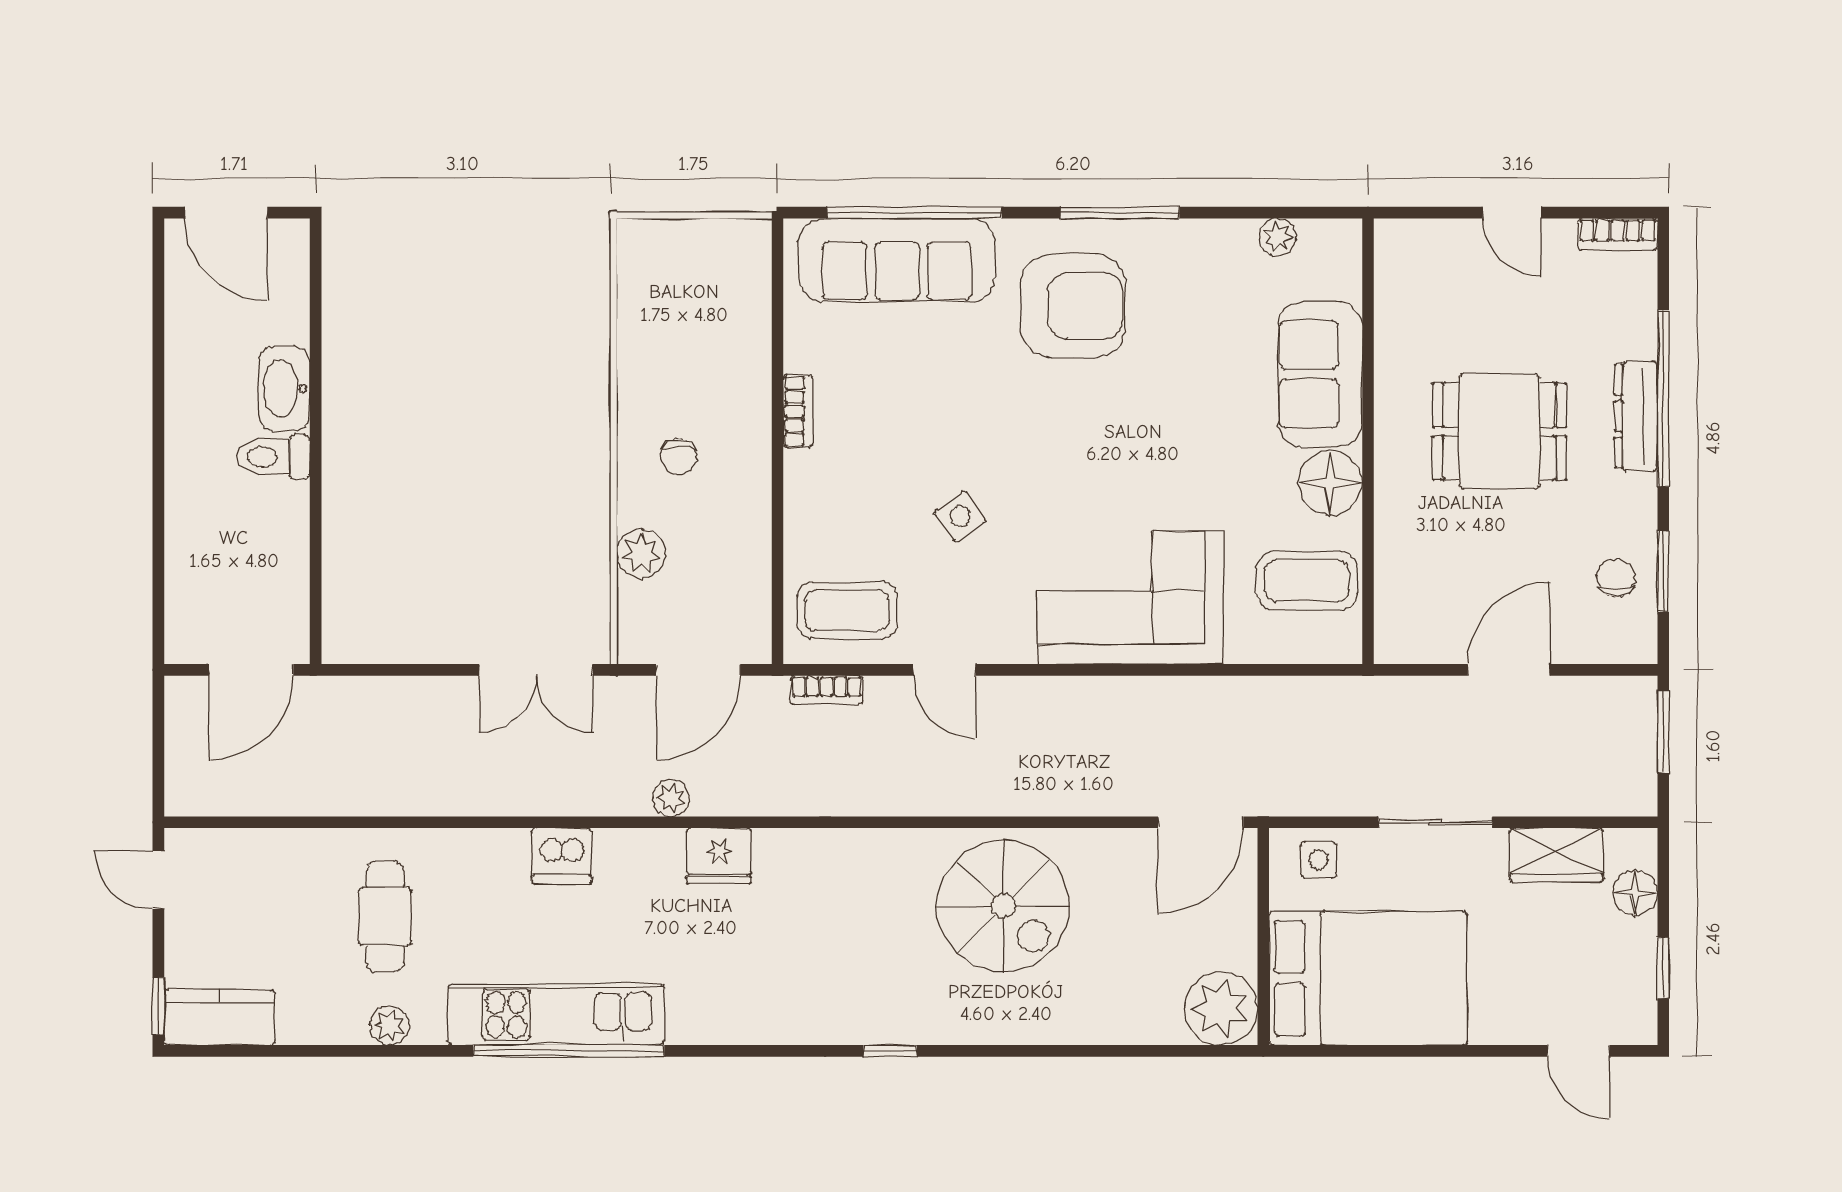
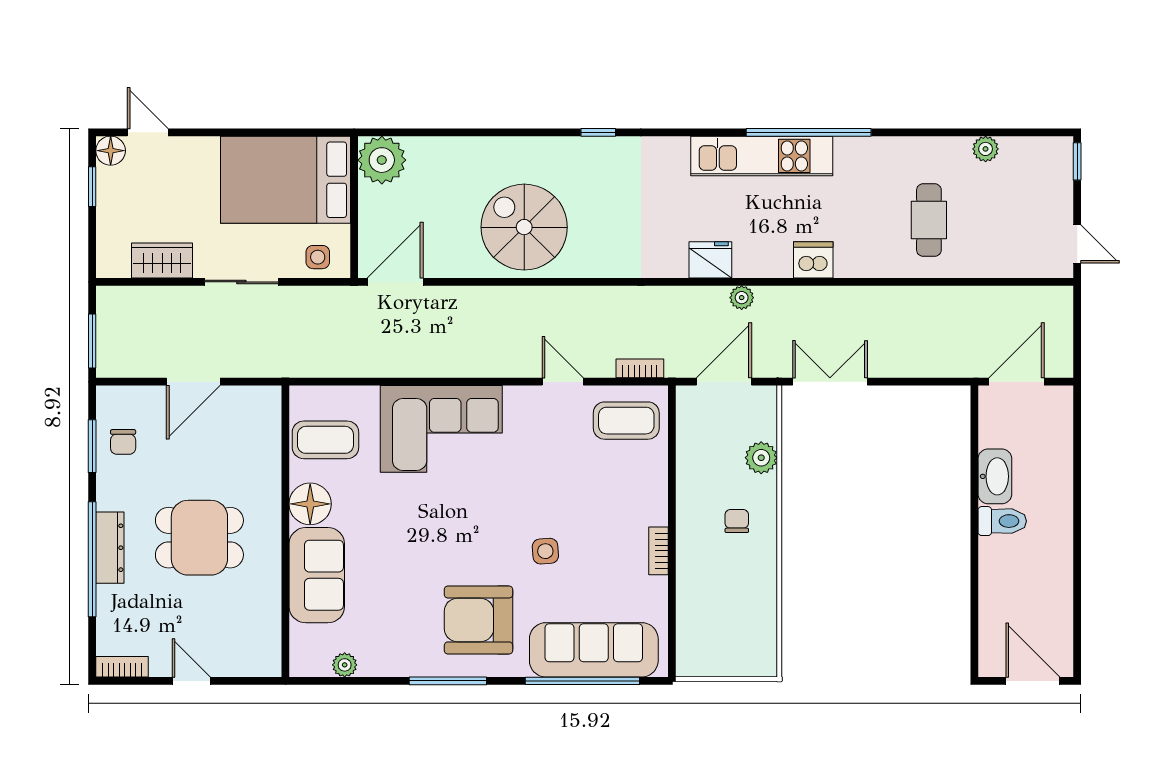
washbasin: (284, 389) -> (995, 476), moved
side table: (960, 516) -> (545, 551), moved, turned 31
floor lamp: (1635, 893) -> (111, 151), moved
kitchen unit: (556, 1015) -> (762, 156), moved
kitchen counter: (220, 1017) -> (1037, 154), removed
plant: (389, 1025) -> (986, 149), moved

